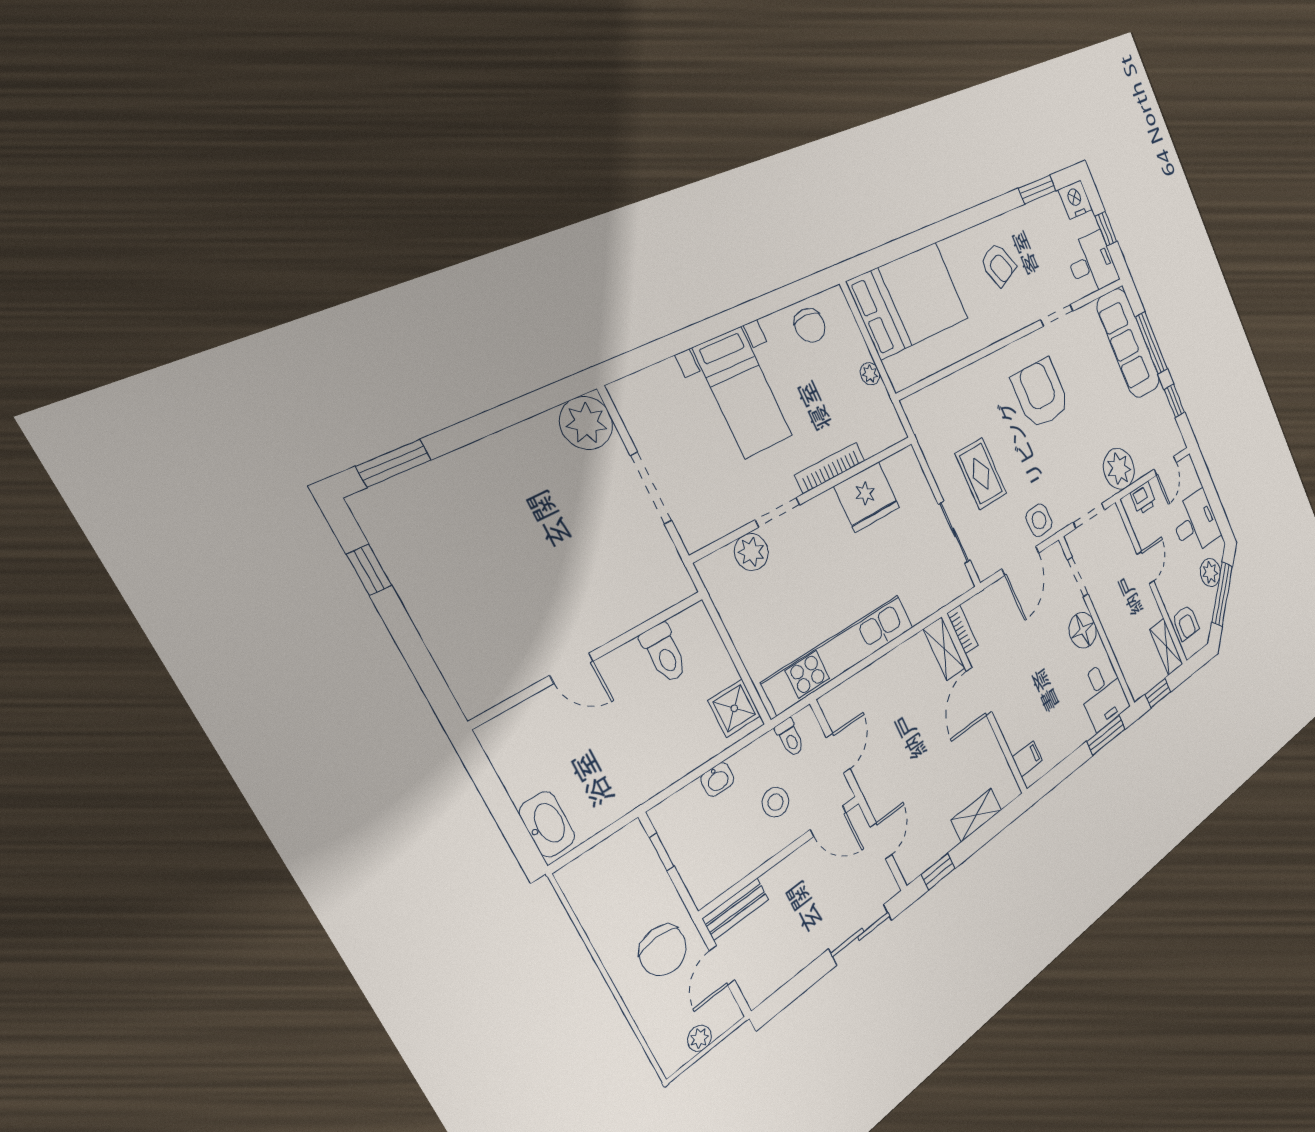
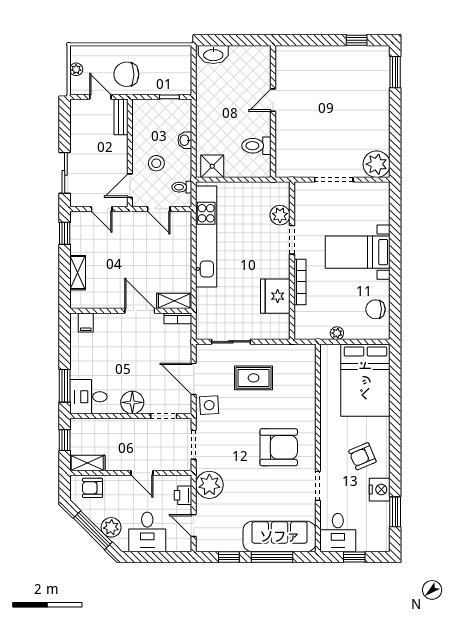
nightstand: (1075, 200) -> (380, 490), moved

